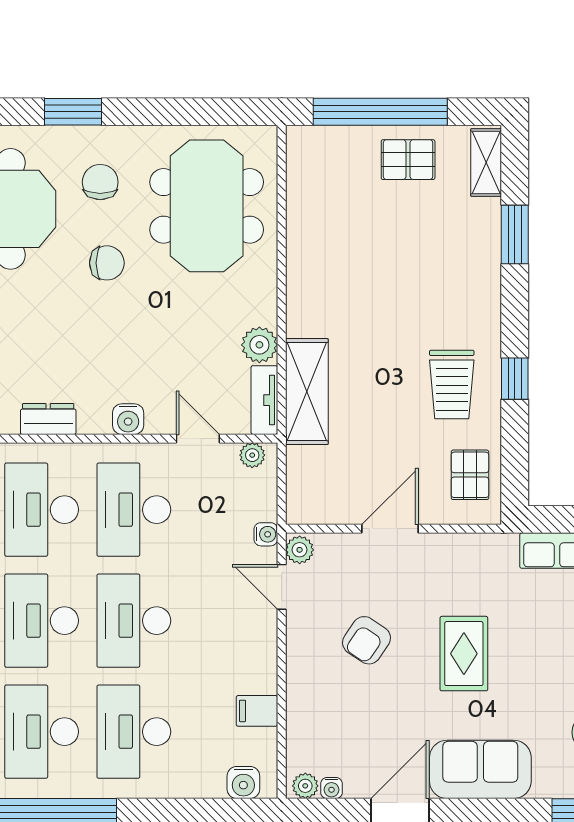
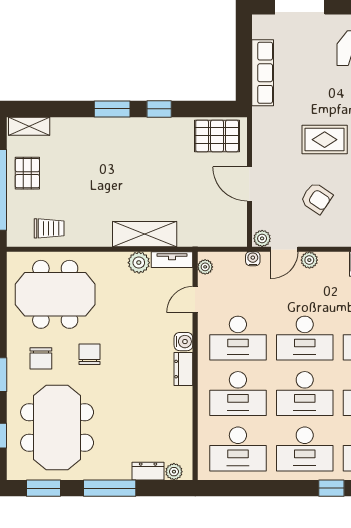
chair: (100, 182) -> (41, 358), turned -90
window: (515, 235) -> (112, 109), moved
trolley: (452, 384) -> (49, 228), moved, width x0.73, depth x0.72
shelving: (307, 392) -> (145, 234), moved
dresser: (48, 419) -> (183, 369), moved
pallet: (470, 475) -> (217, 136), width x1.50, depth x1.42
plant: (264, 628) -> (309, 260), added

